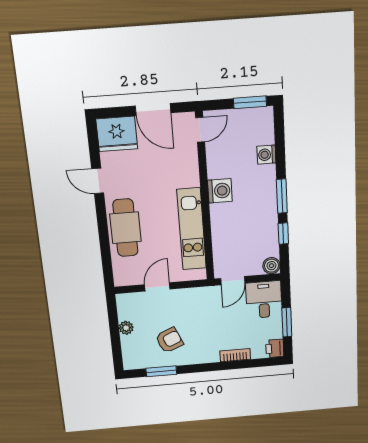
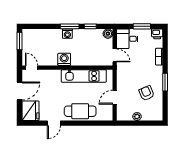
washing machine: (266, 155) -> (67, 34), moved
door: (157, 287) -> (115, 97), hinge flipped
window: (161, 371) -> (165, 82), moved

